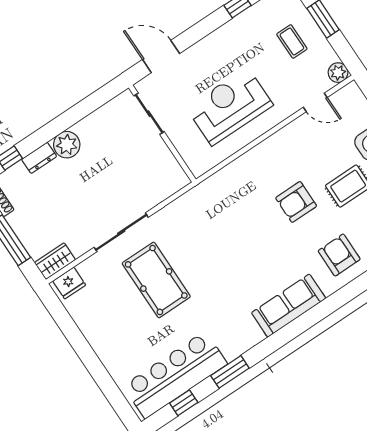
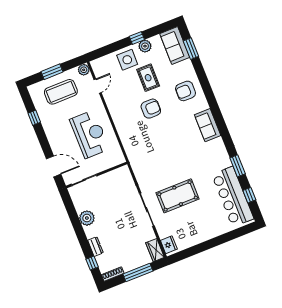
coffee table: (292, 41) -> (61, 92), width x1.86, depth x1.72
door: (161, 57) -> (54, 166), swing flipped
reception desk: (230, 106) -> (90, 134), turned 180
plant: (67, 145) -> (87, 218), moved
armchair: (296, 202) -> (151, 109), turned -90
sofa: (289, 306) -> (208, 125), width x0.73

